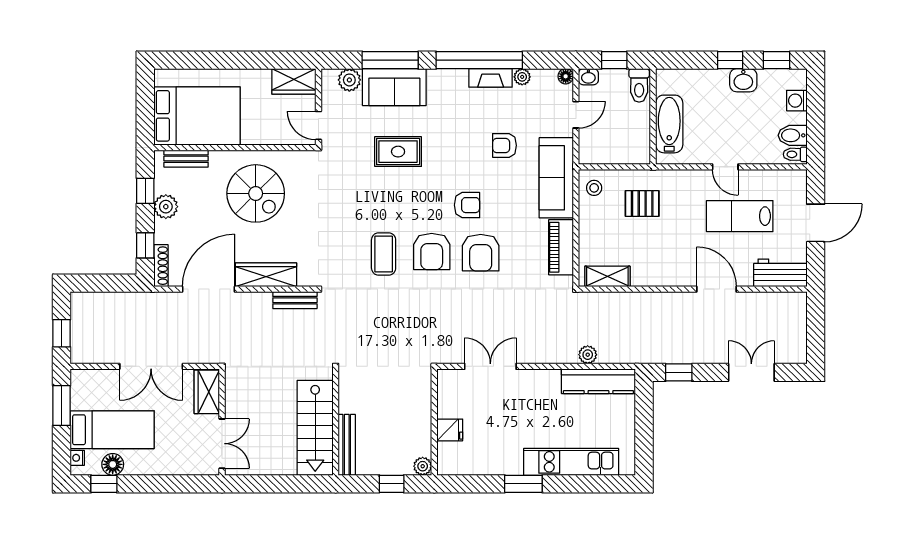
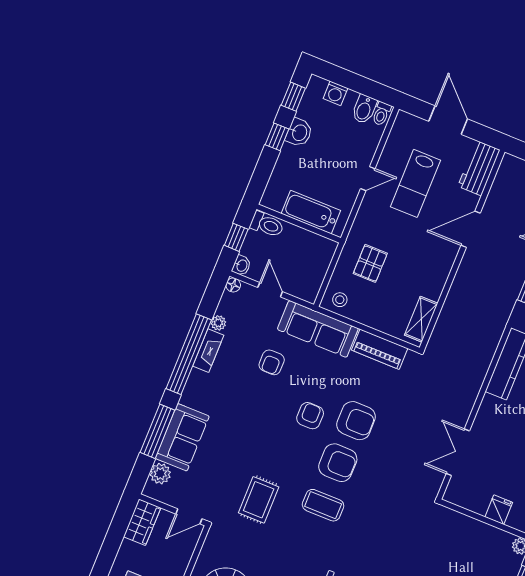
rug: (398, 152) -> (259, 500), moved
plant: (588, 355) -> (482, 364), removed

